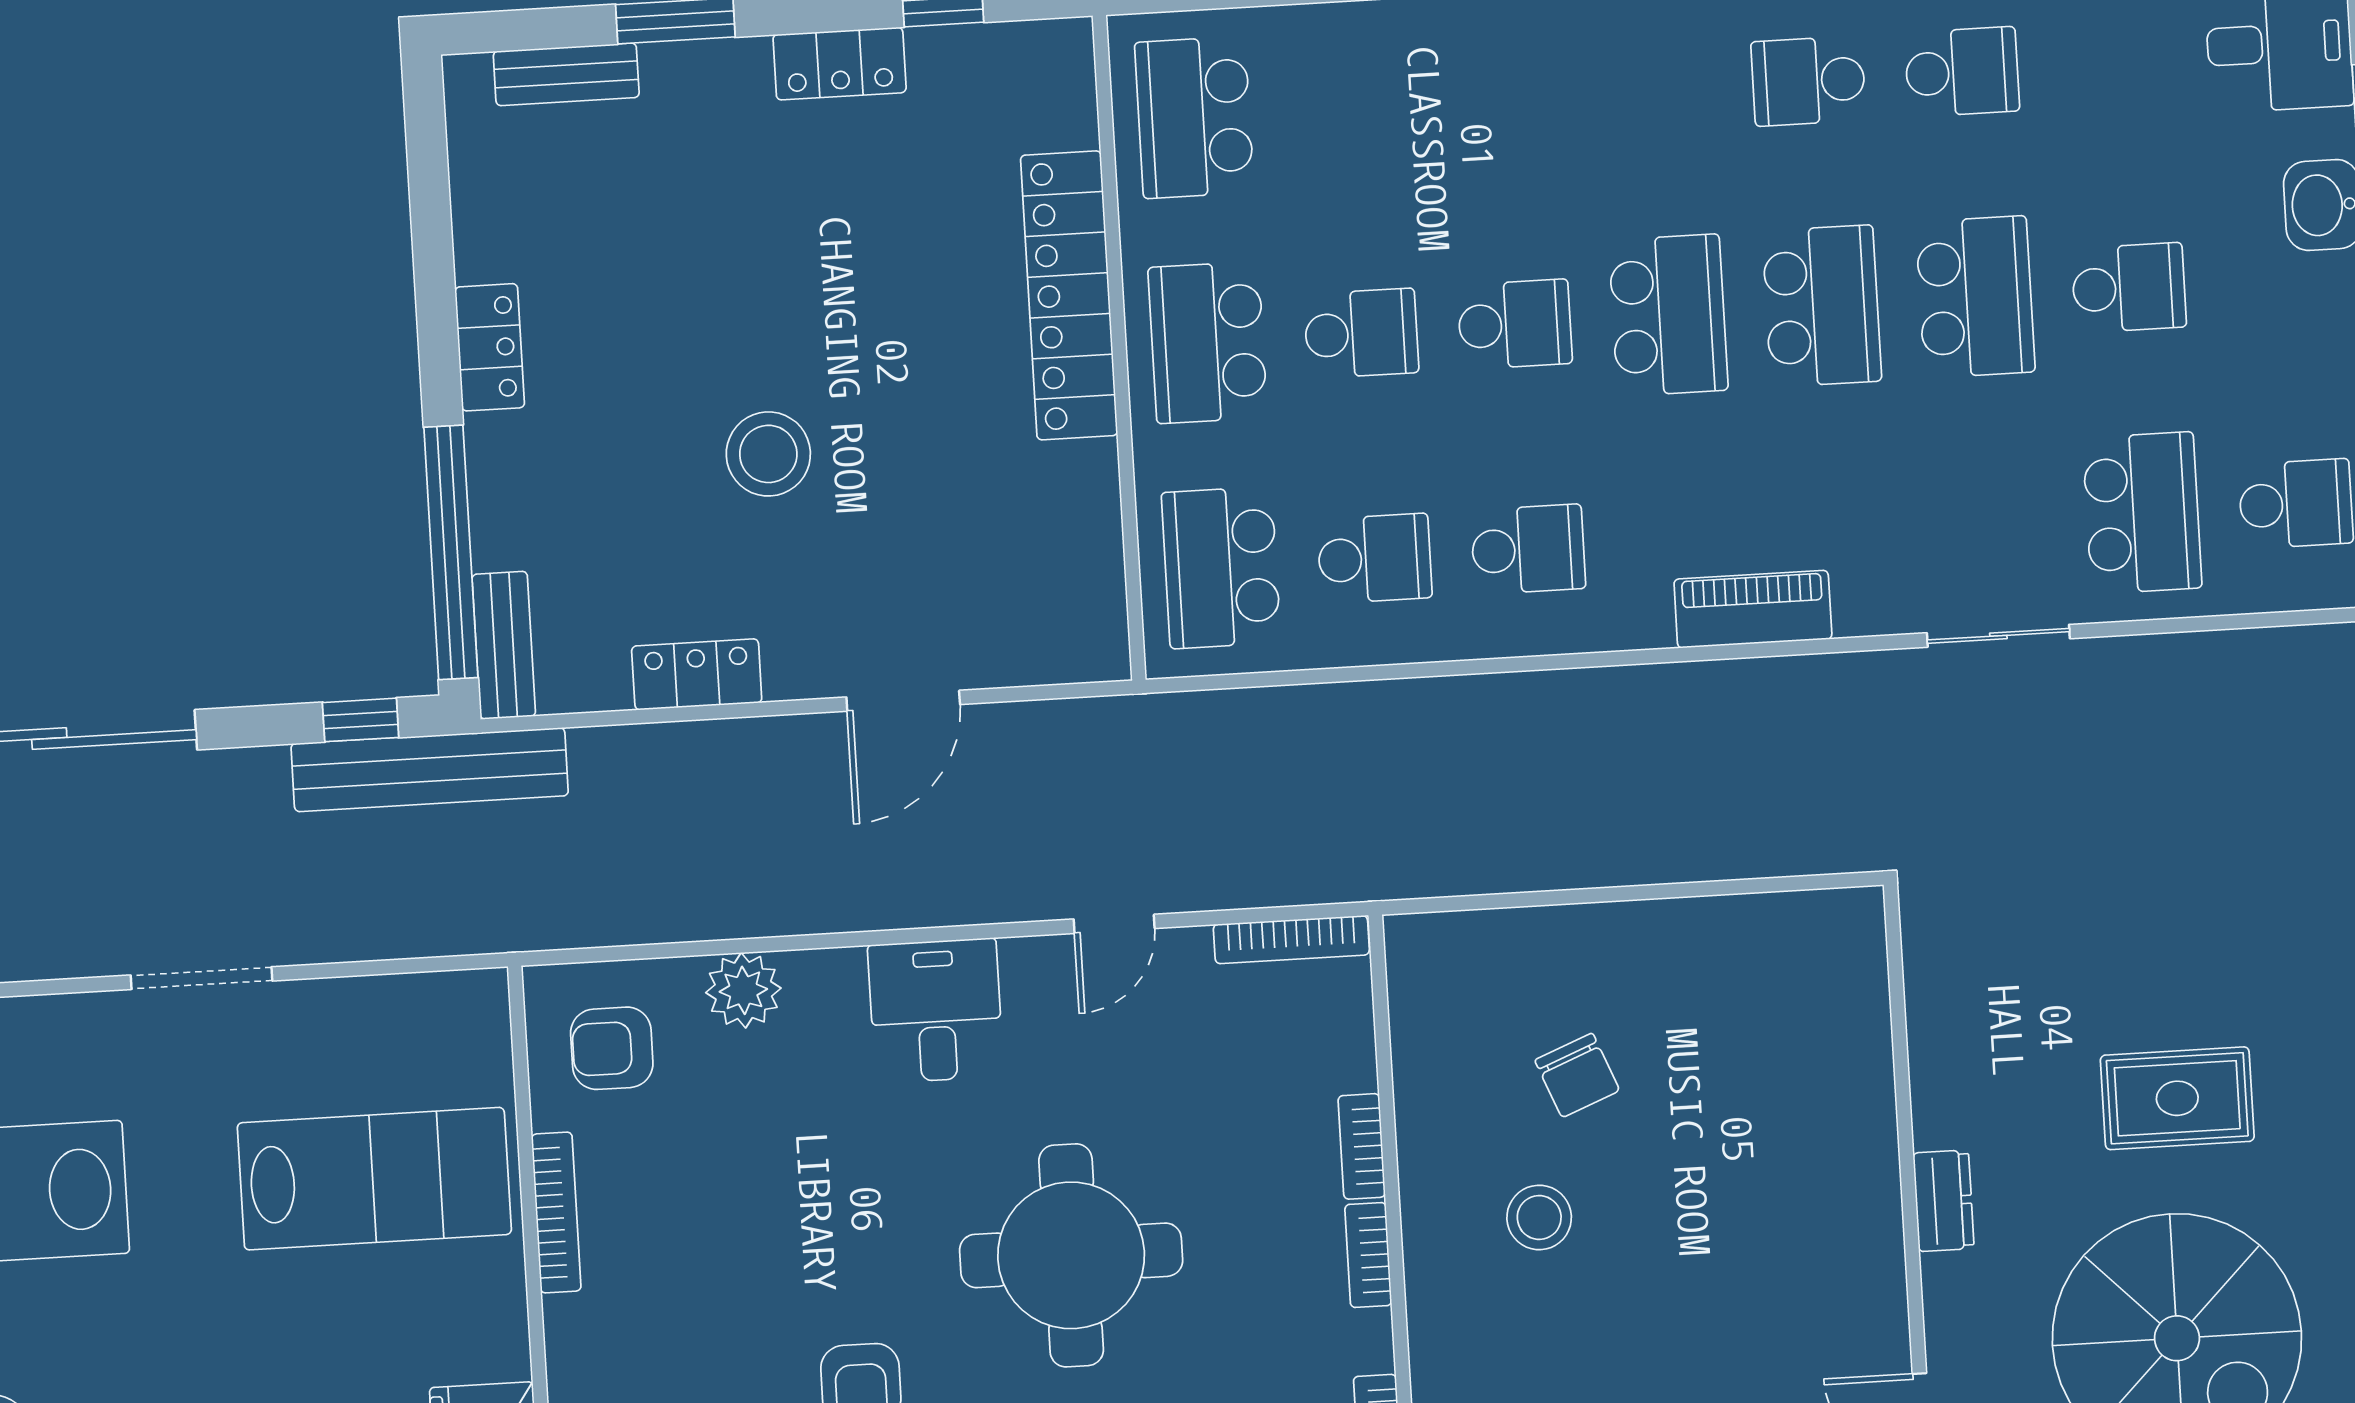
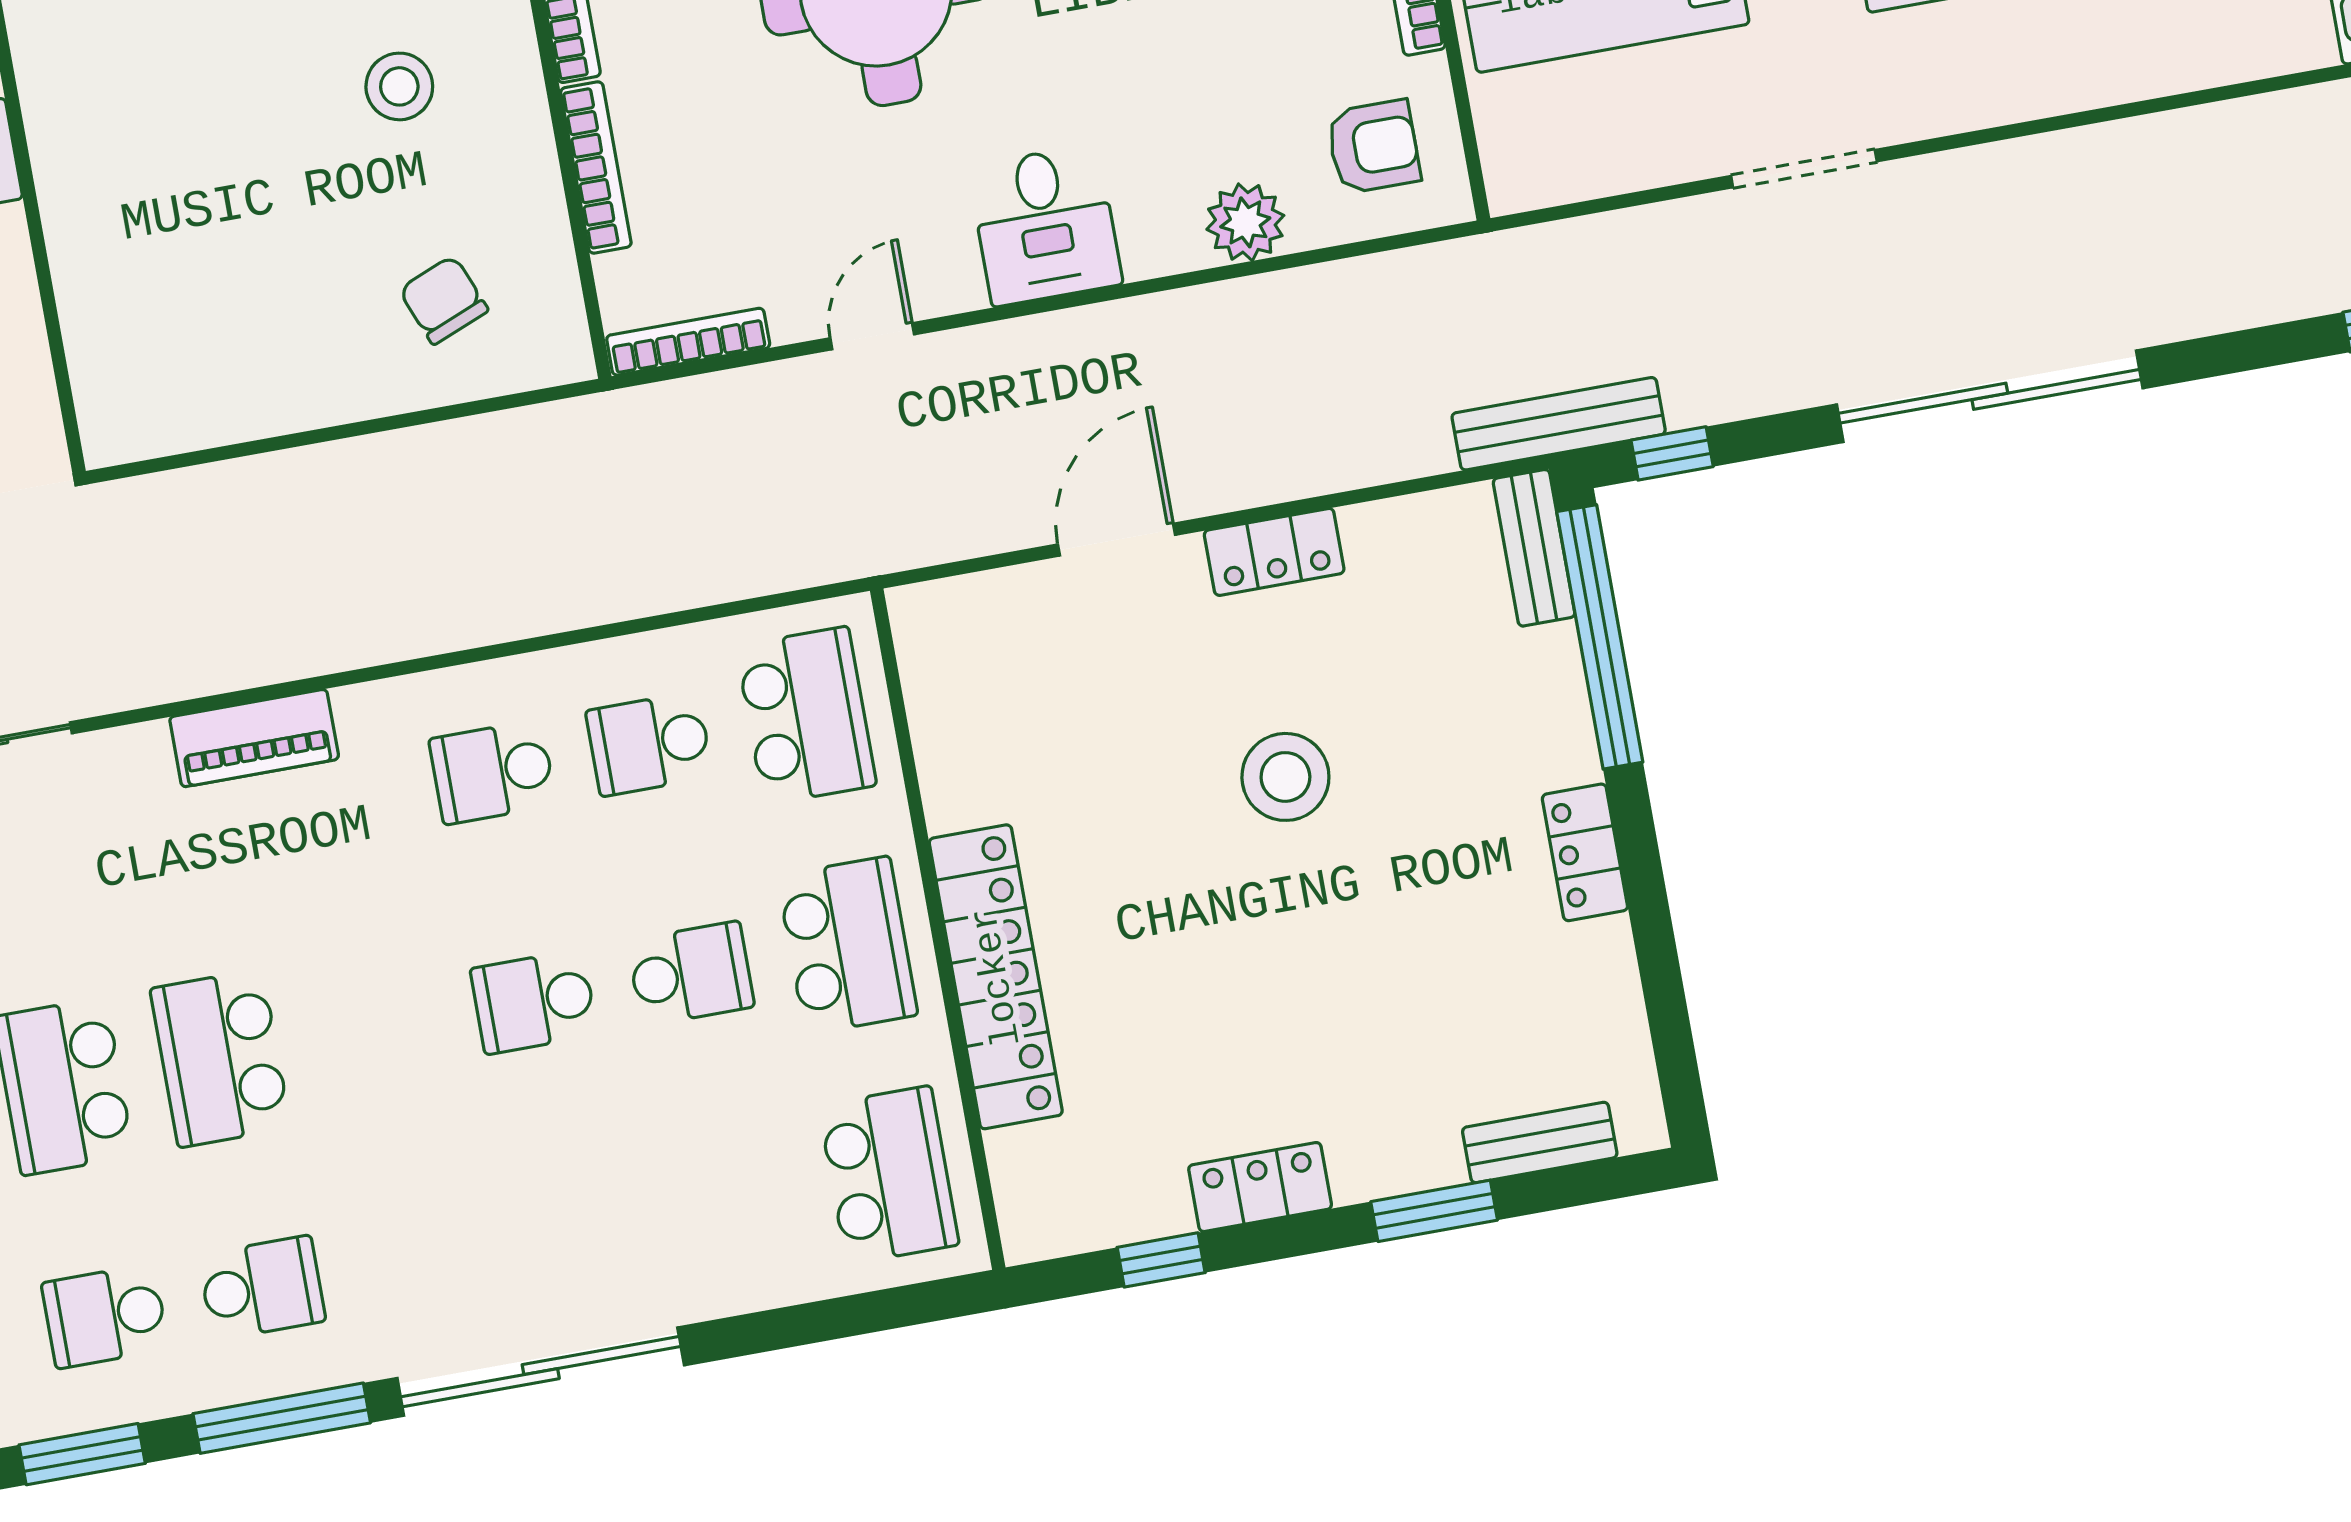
school desk: (1668, 315) -> (377, 1030), removed
school desk: (1361, 333) -> (691, 974), turned 180
locker: (697, 674) -> (1274, 552), moved
bench: (430, 770) -> (1559, 424), width x0.73, depth x0.82
chair: (1577, 1075) -> (443, 300), moved
bookcase: (1362, 1146) -> (596, 168), width x1.56

